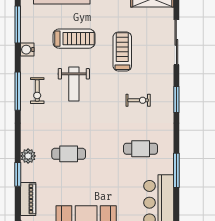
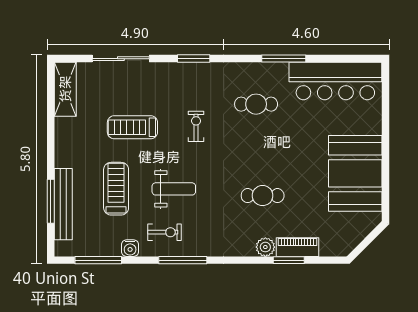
exercise bike: (37, 91) -> (164, 232), moved
exercise bike: (138, 100) -> (196, 126), moved
cafe table: (141, 149) -> (256, 104), turned 90
cafe table: (69, 154) -> (263, 196), turned 90
piano: (28, 199) -> (297, 247), moved

